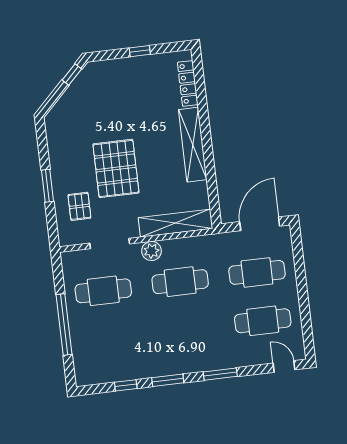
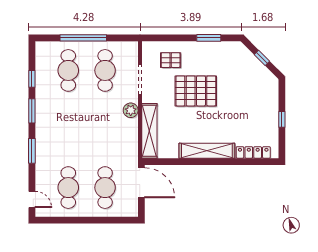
window: (72, 75) -> (262, 58), moved
window: (47, 186) -> (209, 38), moved
door: (260, 224) -> (141, 183), moved
cafe table: (180, 282) -> (68, 70), moved
door: (284, 366) -> (32, 199), hinge flipped

